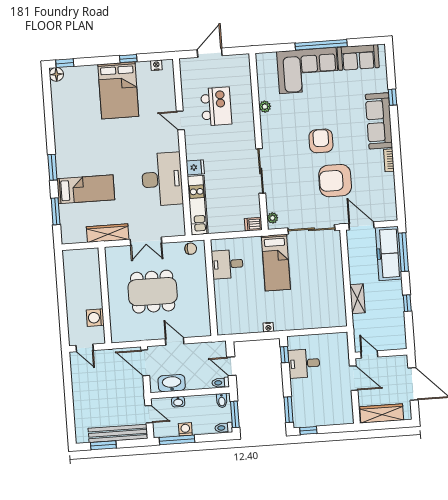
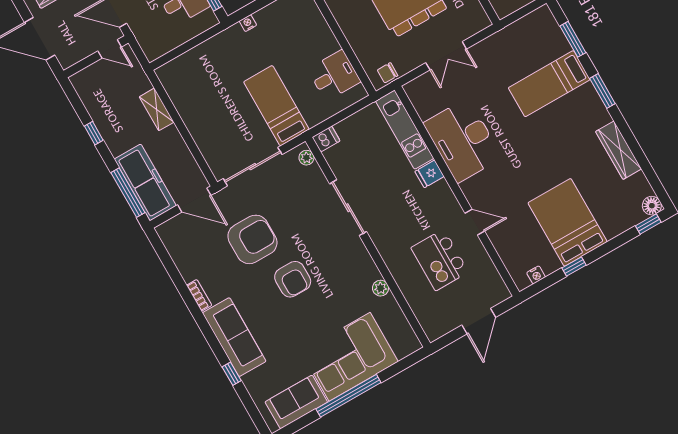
wardrobe: (108, 233) -> (619, 150), moved, turned 90
double door: (146, 241) -> (446, 56), swing flipped

